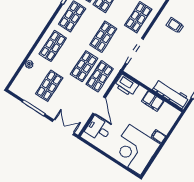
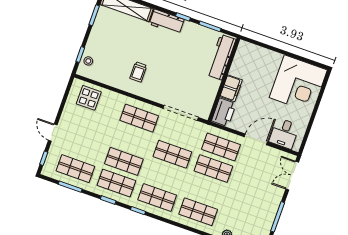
shop shelf: (49, 86) -> (247, 205), removed
filing cabinet: (153, 101) -> (231, 88), moved
filing cabinet: (159, 136) -> (276, 59), removed

